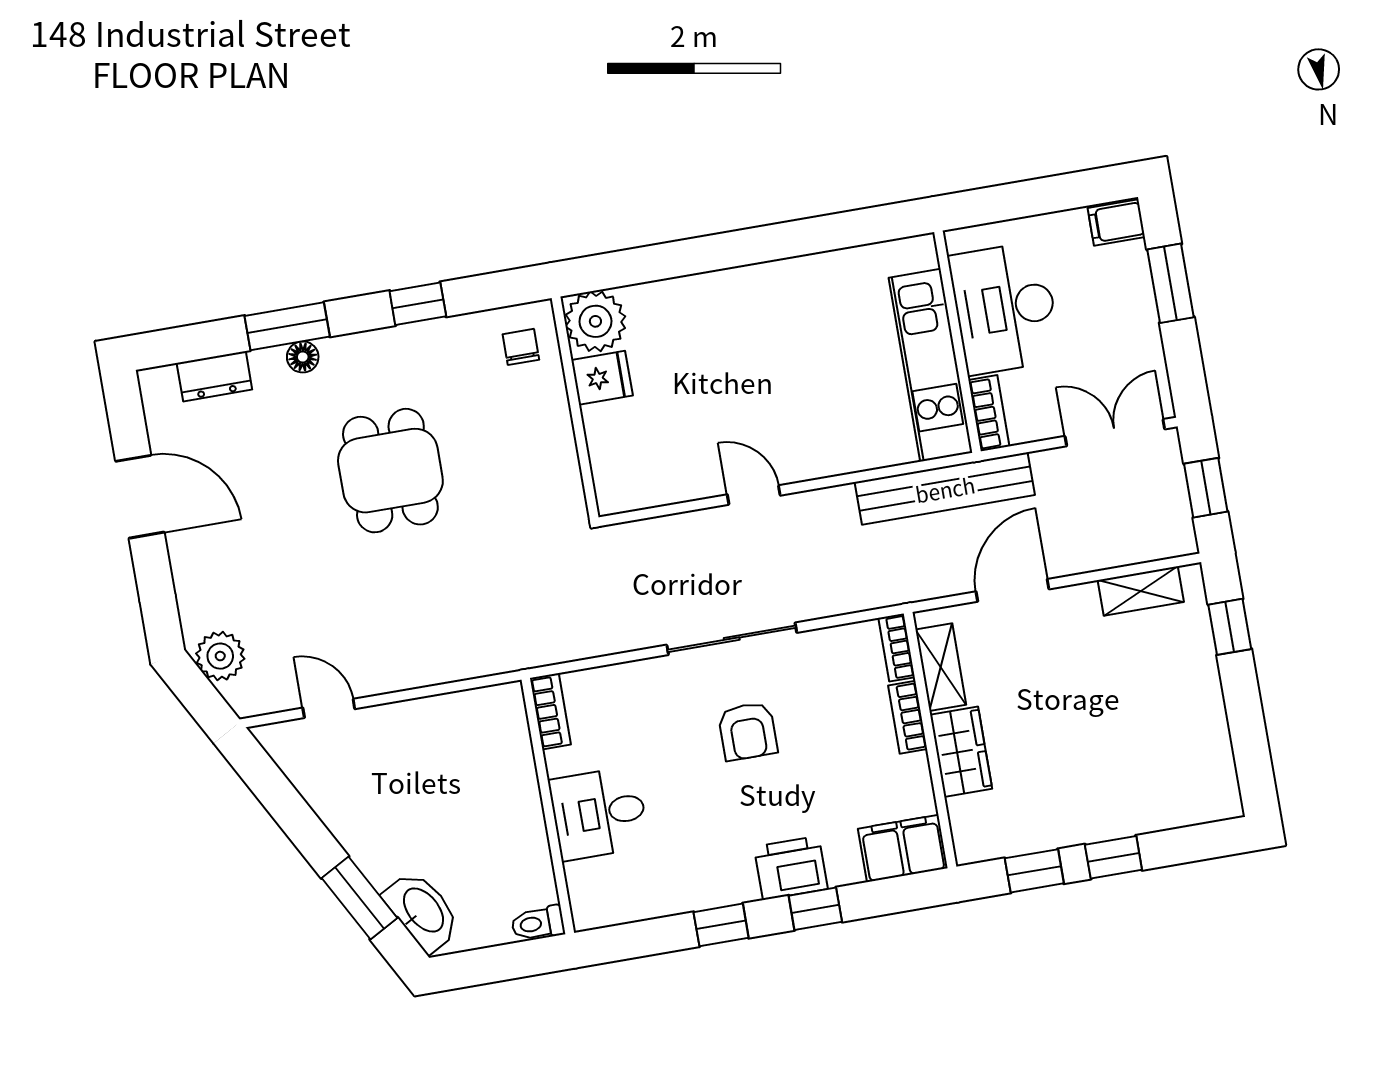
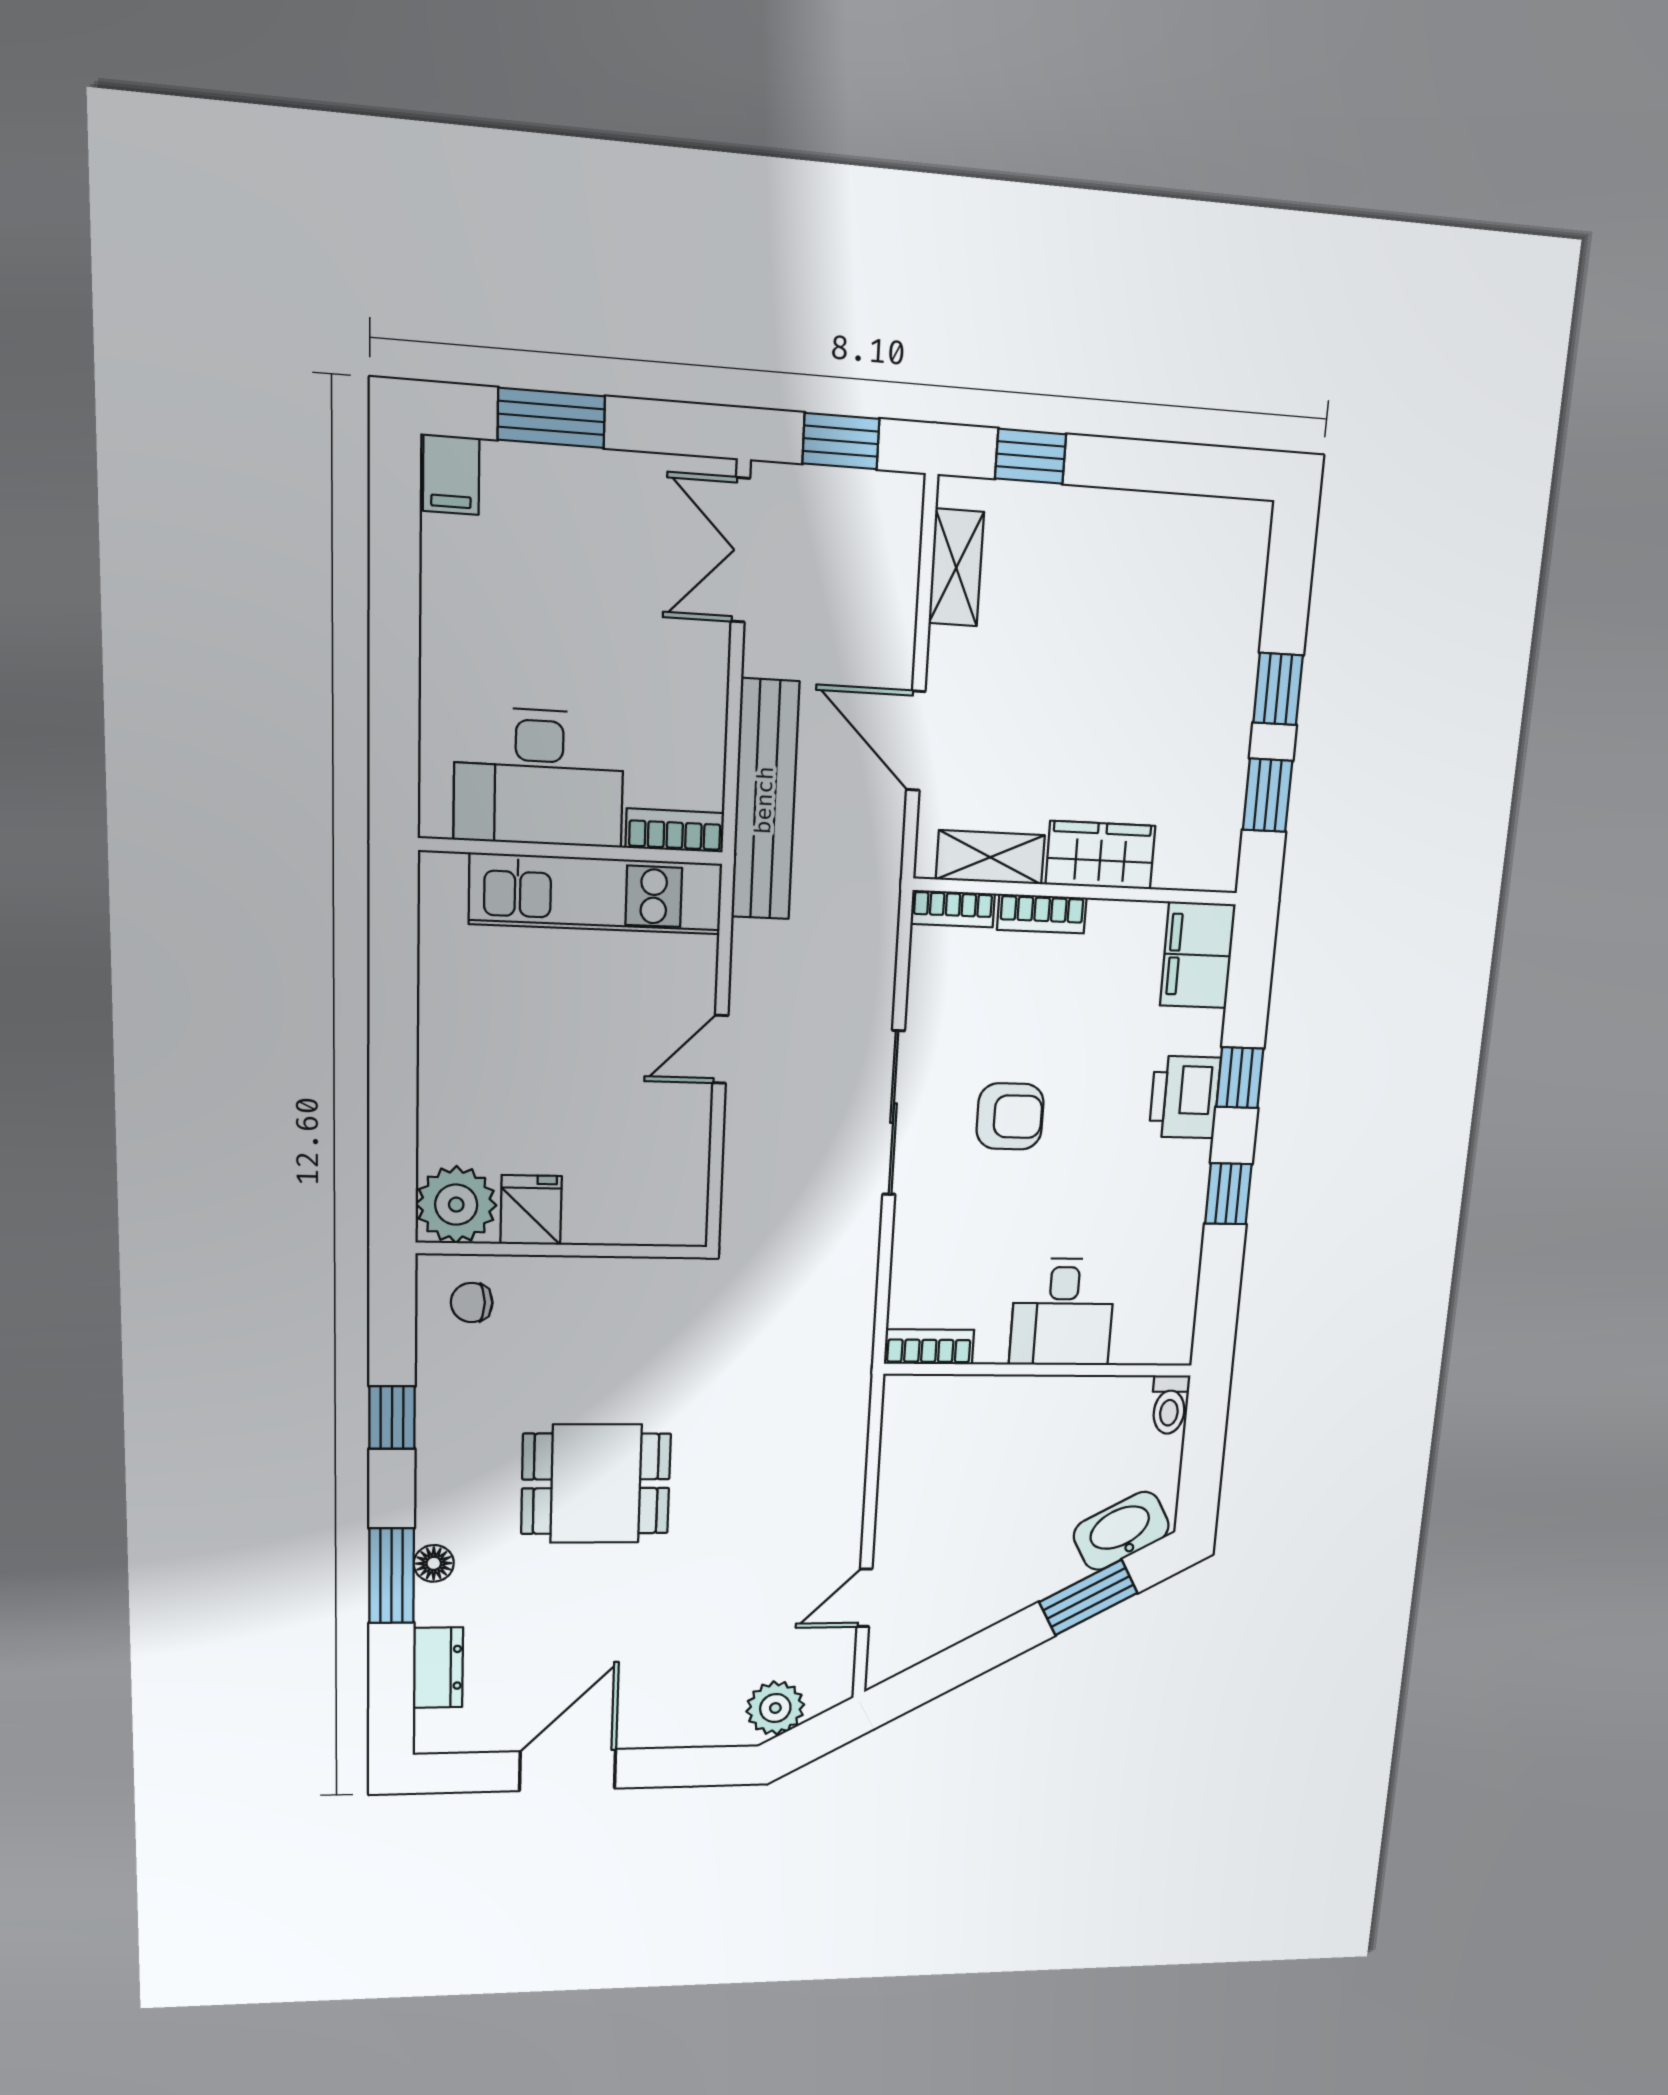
desk: (1005, 308) -> (539, 777), moved
wall: (957, 342) -> (572, 851), moved
kitchen unit: (930, 365) -> (596, 894), moved
bookcase: (989, 413) -> (675, 830), moved

